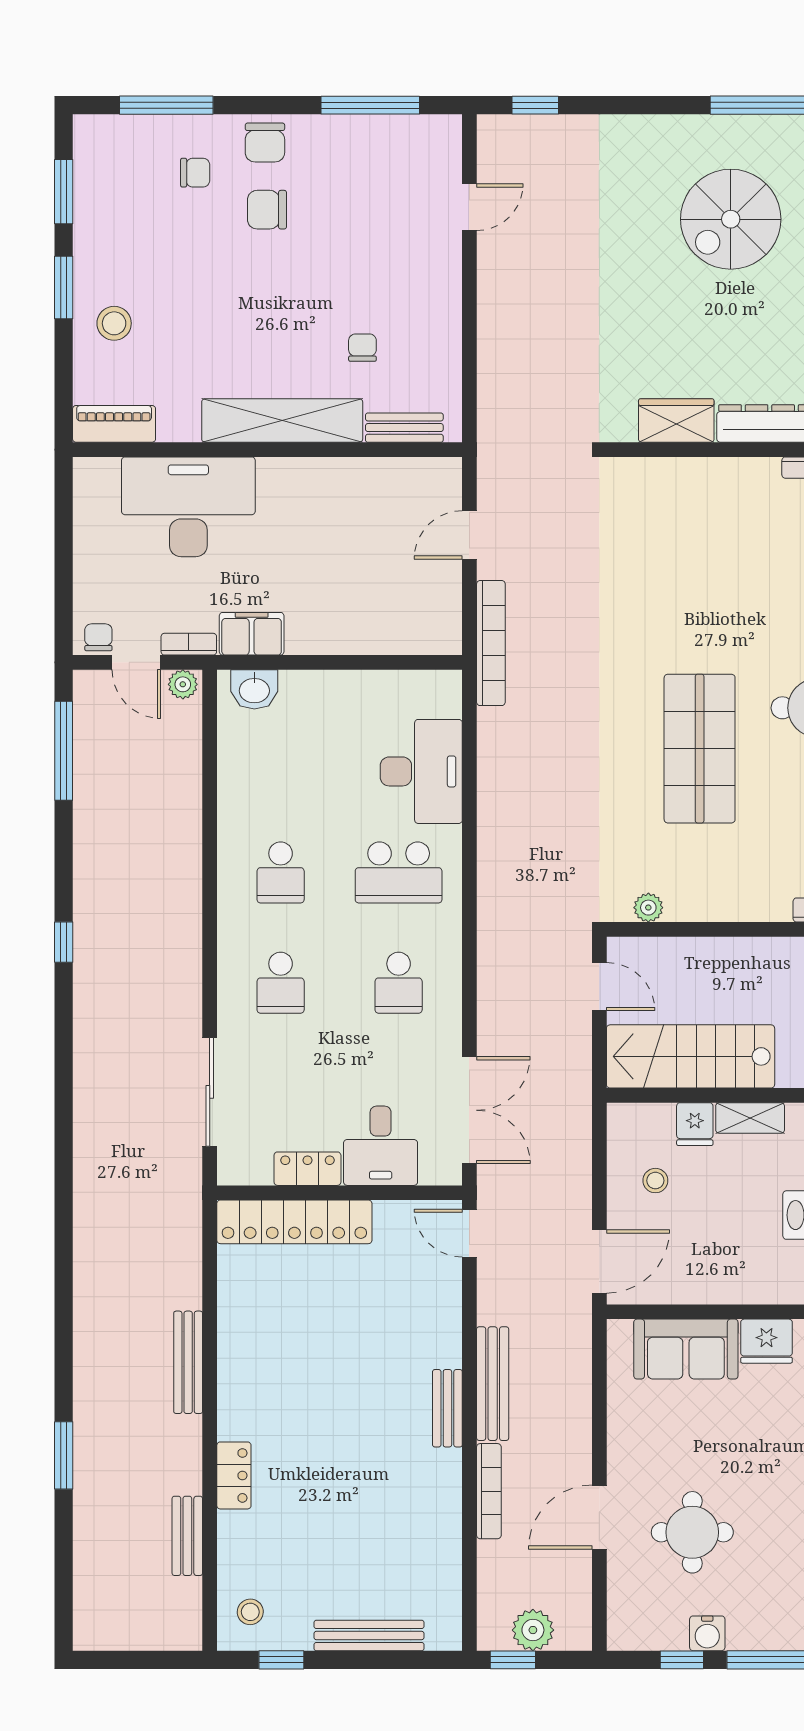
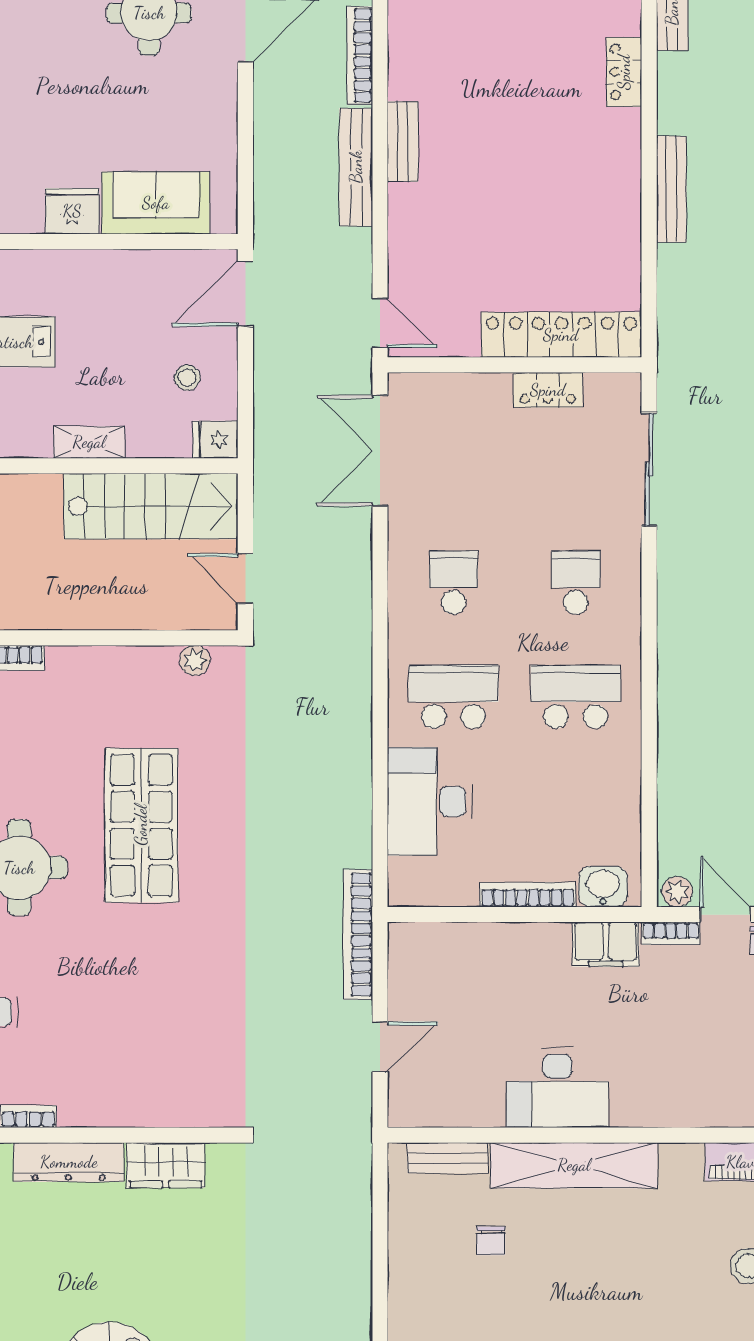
desk: (188, 507) -> (557, 1088), moved, width x0.73, depth x0.77
bookcase: (327, 682) -> (528, 895), added
school desk: (281, 872) -> (576, 697), width x1.85
fridge: (695, 1124) -> (216, 440), moved, turned -90
desk: (381, 1146) -> (472, 414), removed

